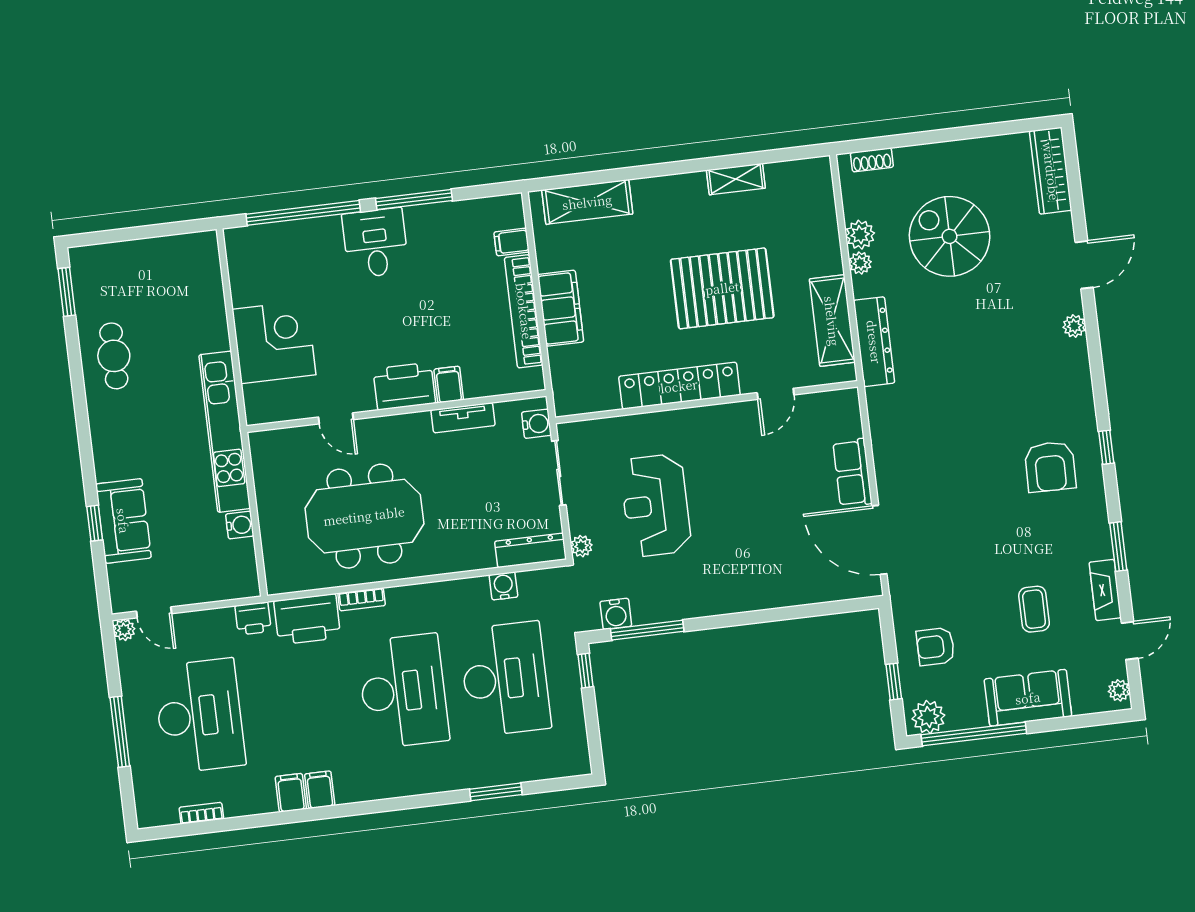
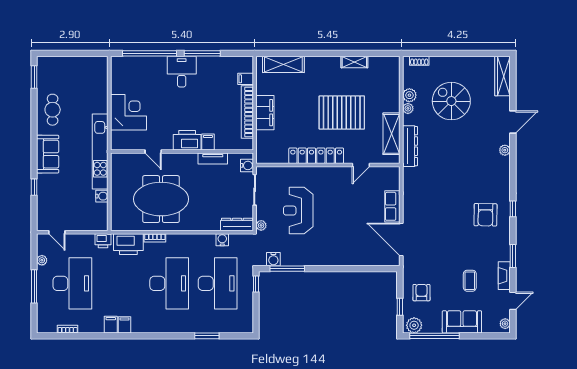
sofa: (123, 521) -> (48, 154), moved
plant: (124, 630) -> (42, 260), moved
armchair: (936, 646) -> (421, 293), turned 90

